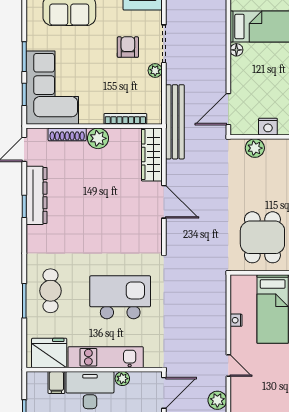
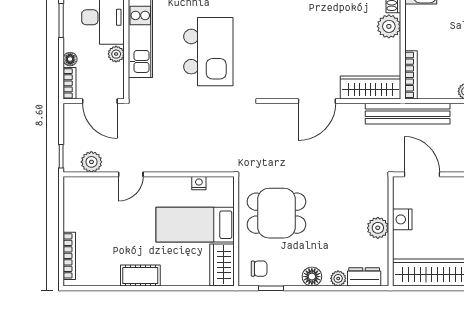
bookcase: (125, 119) -> (411, 75), moved
plant: (255, 148) -> (378, 228), moved
nightstand: (236, 320) -> (199, 183), moved

